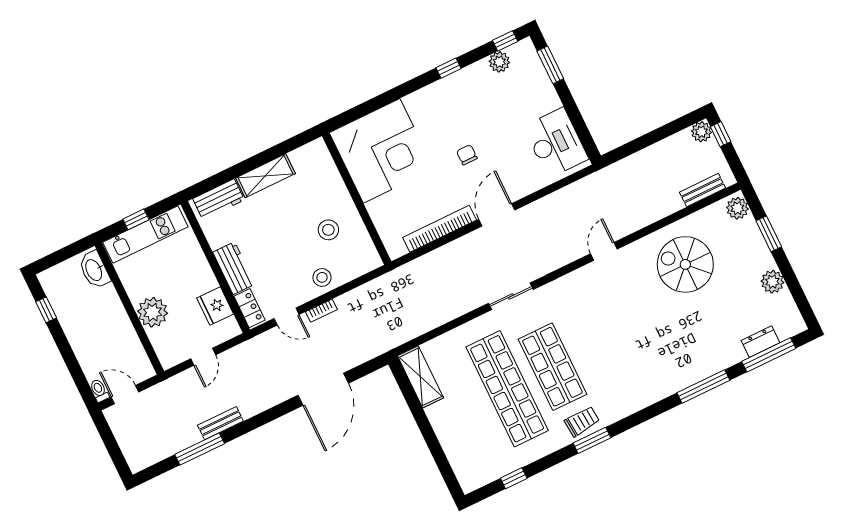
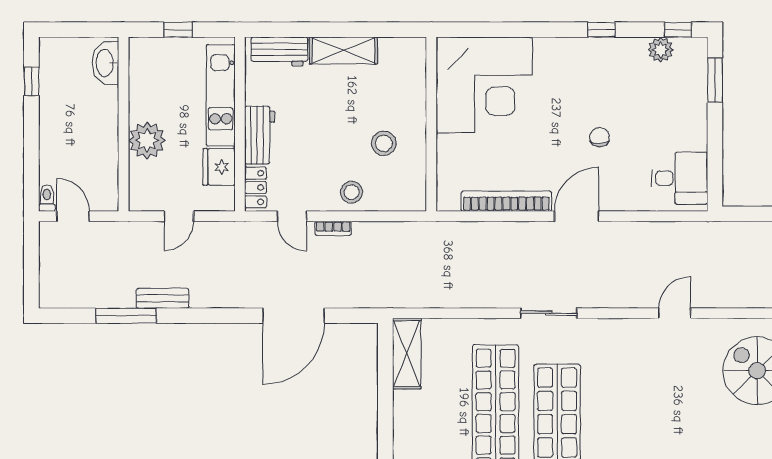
desk: (556, 143) -> (680, 178), width x0.73
chair: (467, 155) -> (600, 137), moved
kitchen unit: (145, 234) -> (221, 95), moved, turned 90

